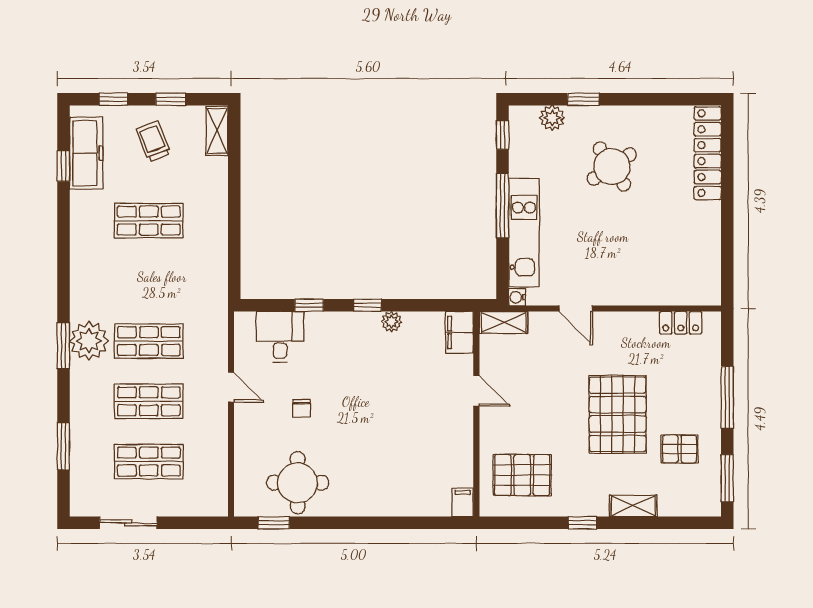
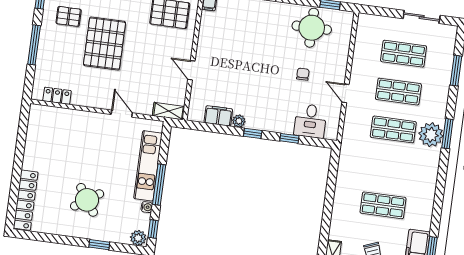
plant: (552, 118) -> (138, 238), moved
water cooler: (517, 297) -> (147, 207), moved
filing cabinet: (459, 332) -> (218, 116), moved, turned -90

